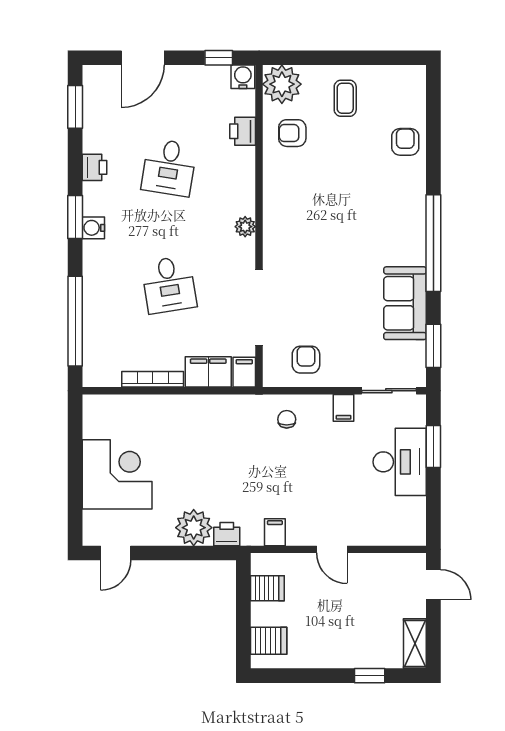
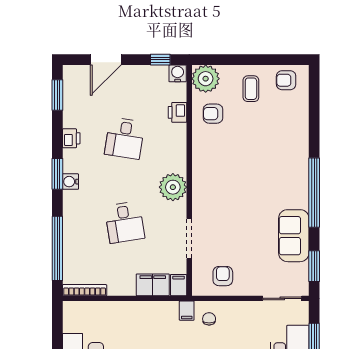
armchair: (405, 142) -> (286, 80), moved, turned -90
plant: (245, 227) -> (173, 187), width x1.88, depth x1.88
doorway: (259, 307) -> (189, 239), width x0.73
bookcase: (153, 379) -> (85, 290), moved
filing cabinet: (344, 408) -> (187, 311), moved

